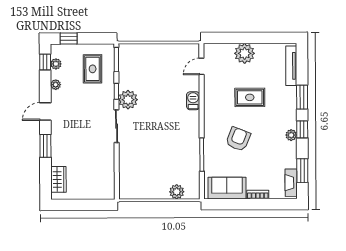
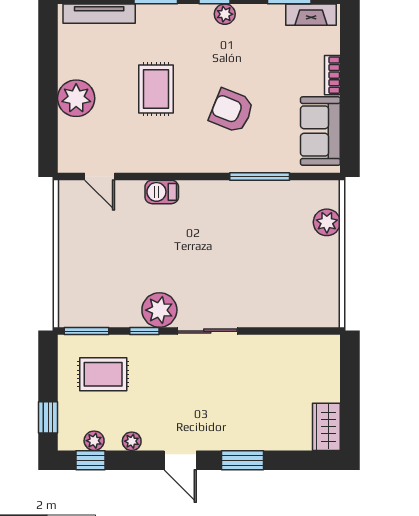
wardrobe: (58, 179) -> (326, 427), moved, turned -90

